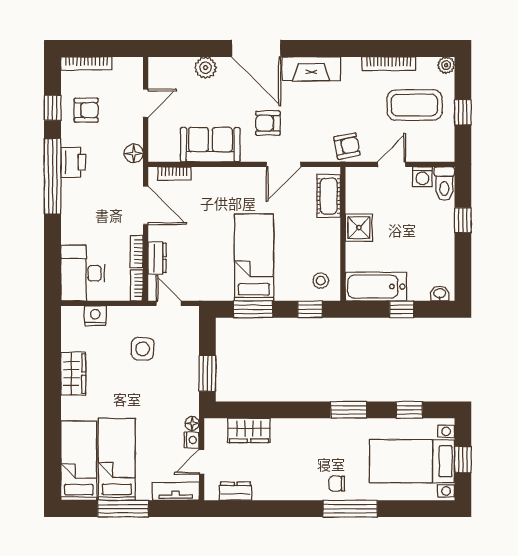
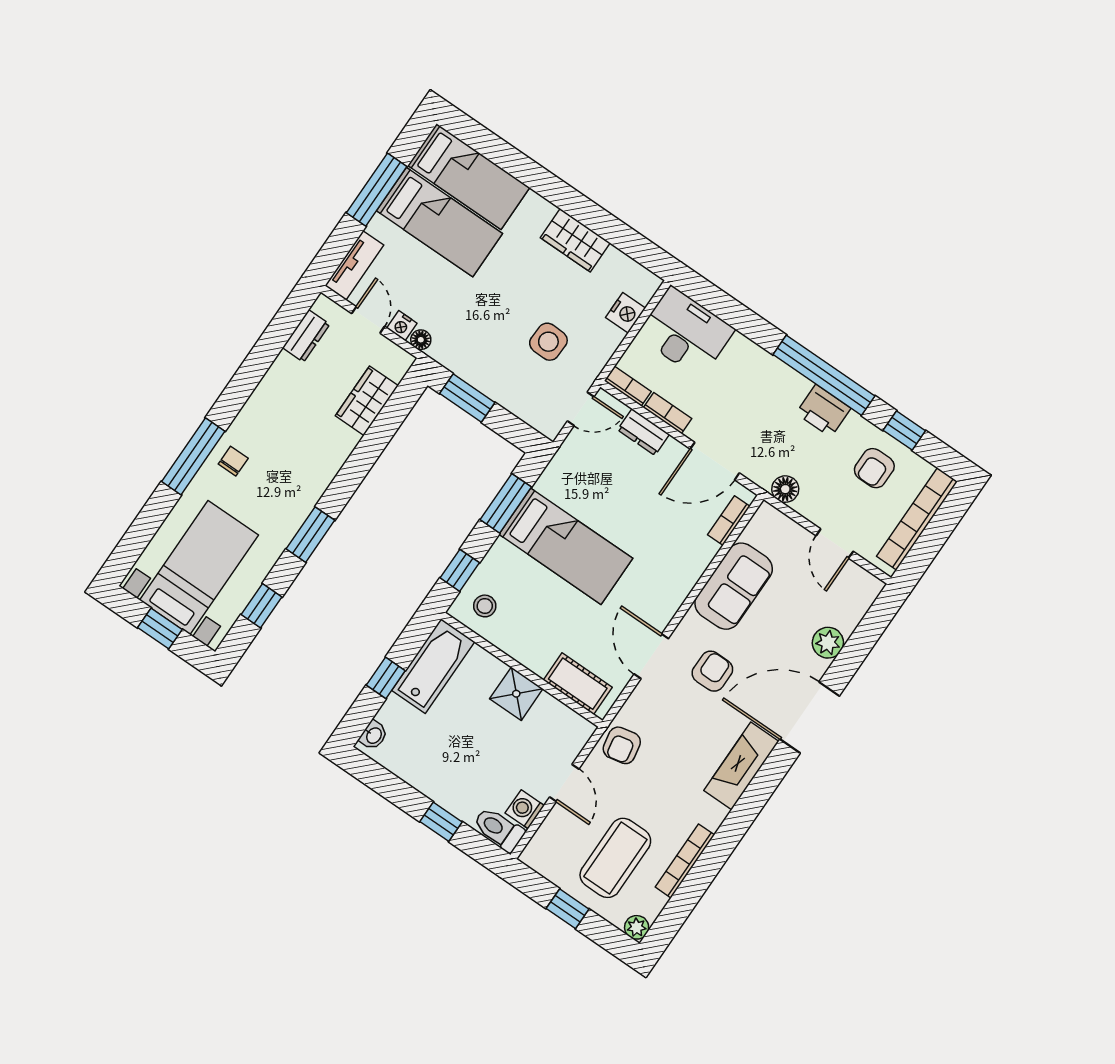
bookcase: (86, 63) -> (917, 519), width x1.48, depth x1.31

